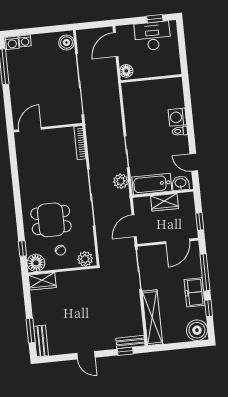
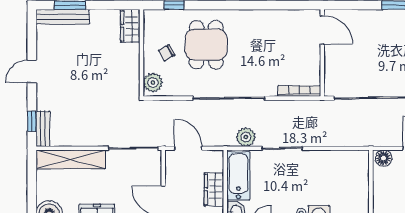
floor lamp: (36, 263) -> (154, 20), removed
bench: (41, 341) -> (63, 17), width x1.36

